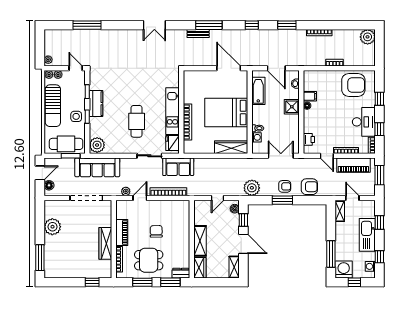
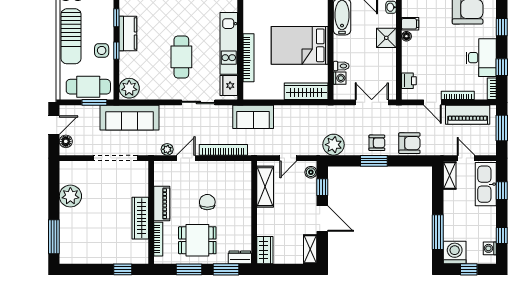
sofa: (178, 167) -> (253, 117), moved
kitchen sink: (367, 235) -> (486, 184), moved
shelving: (200, 241) -> (265, 187), moved

